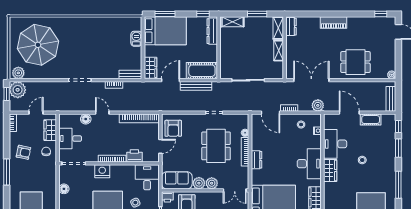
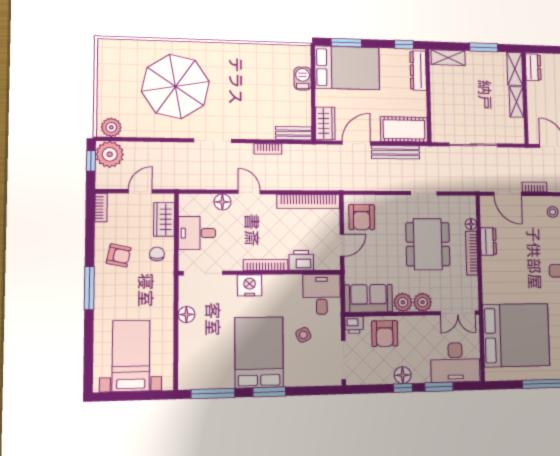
parasol: (38, 45) -> (175, 87), moved
dresser: (256, 160) -> (488, 241), moved

